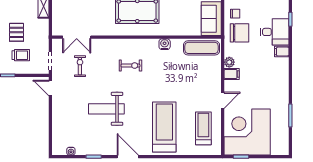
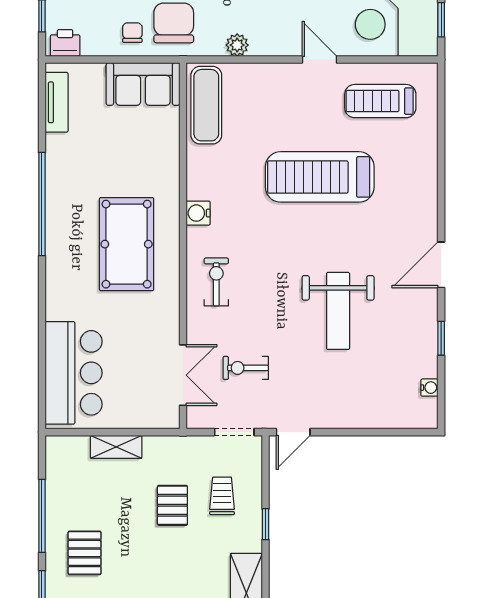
pallet: (16, 32) -> (172, 505), turned 90
water cooler: (165, 44) -> (198, 213), moved
exercise bike: (130, 66) -> (216, 282), moved
filing cabinet: (232, 74) -> (263, 40), removed
treadmill: (164, 127) -> (320, 177), moved

